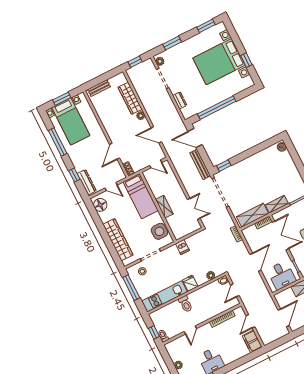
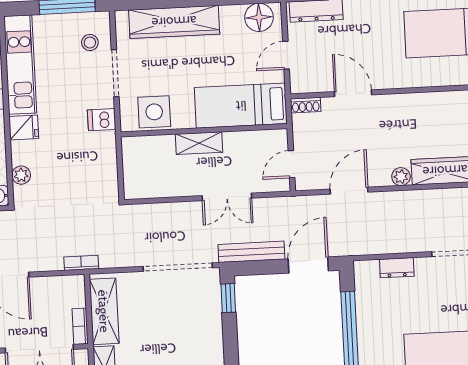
double door: (194, 209) -> (227, 197), moved
dishwasher: (182, 247) -> (102, 120), moved

